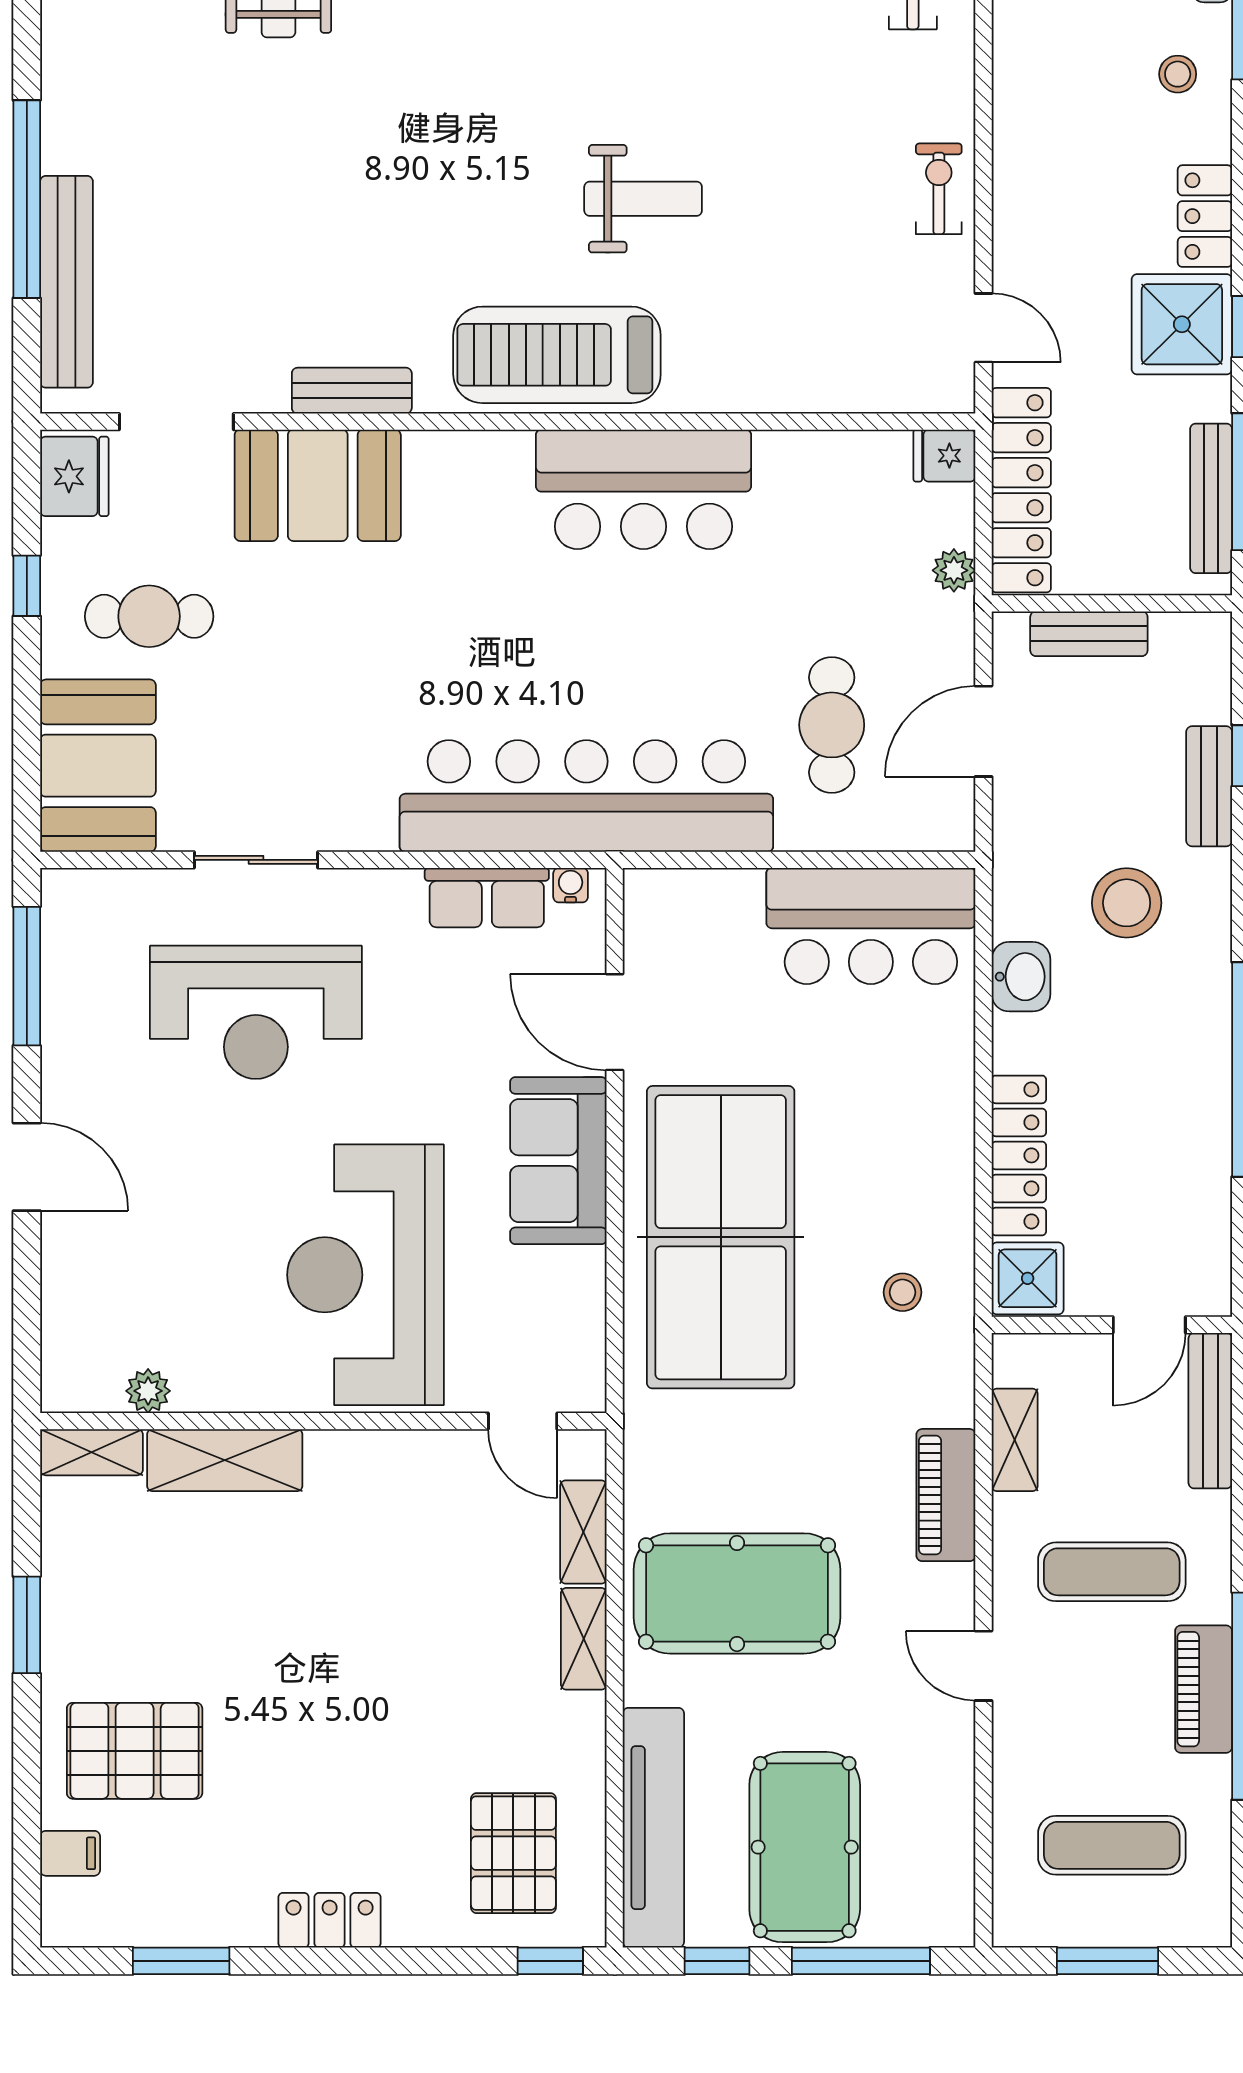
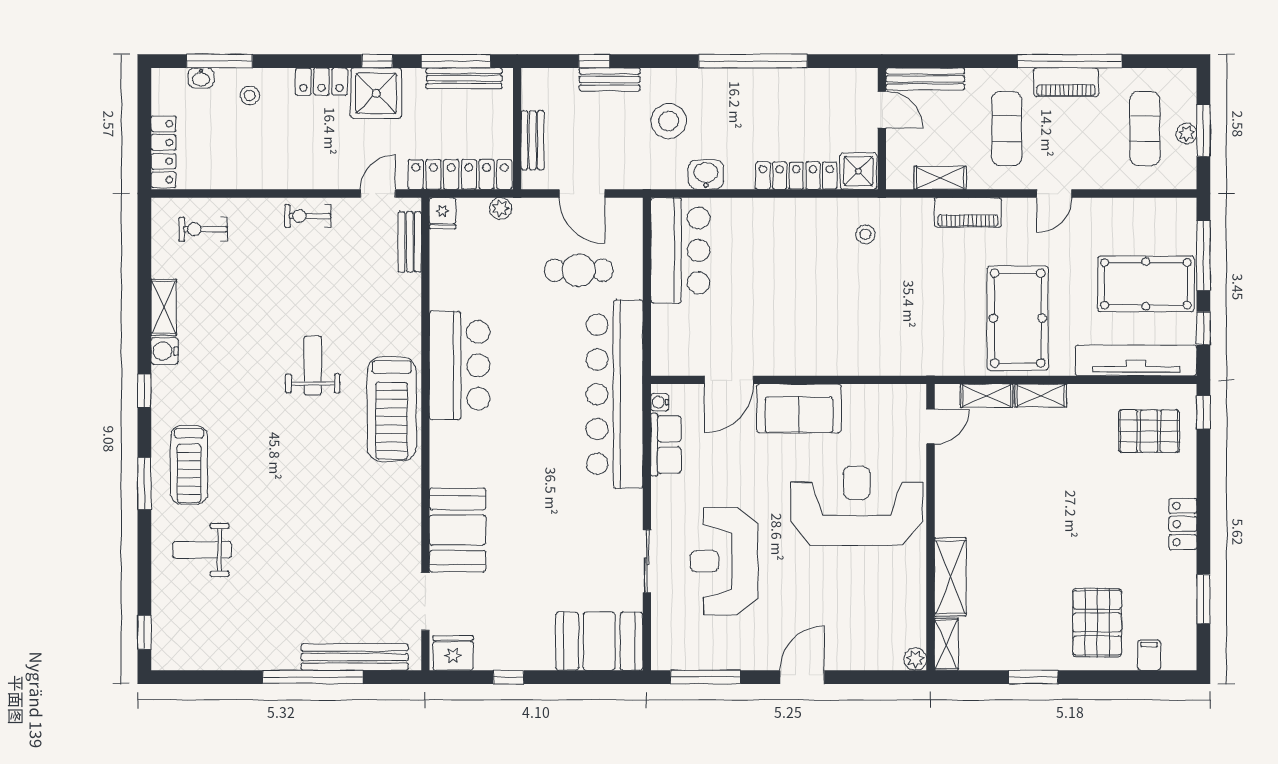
bench: (352, 391) -> (410, 242), moved
cafe table: (149, 616) -> (524, 615), removed
reception desk: (256, 1012) -> (724, 561), turned 180
table tennis table: (721, 1237) -> (838, 326), removed
reception desk: (365, 1275) -> (857, 506), turned 180
plant: (148, 1391) -> (915, 659), moved
plant: (1102, 1927) -> (1186, 133), added

